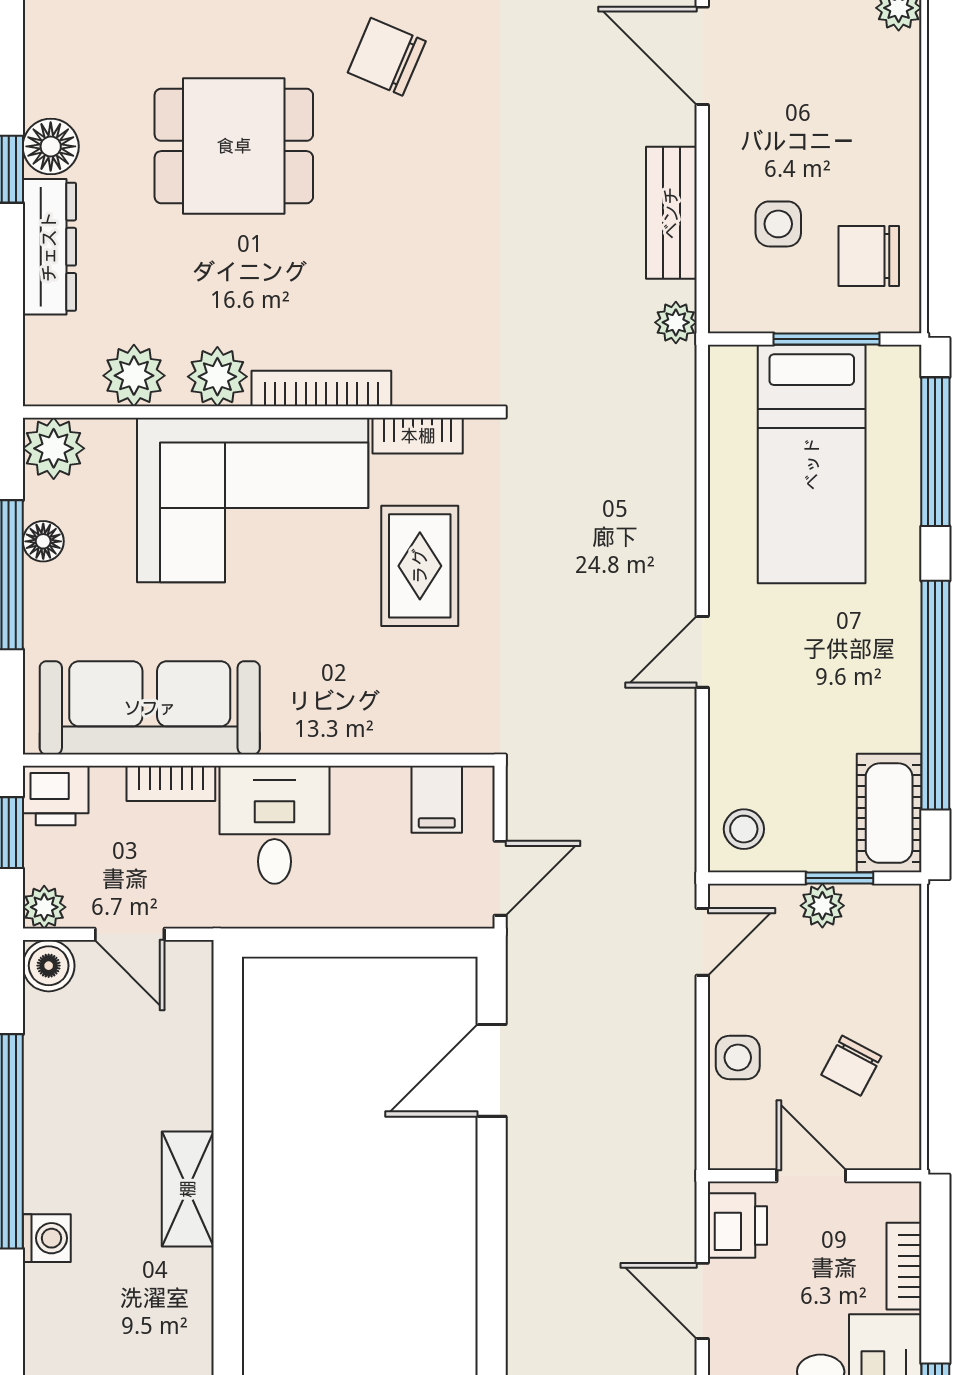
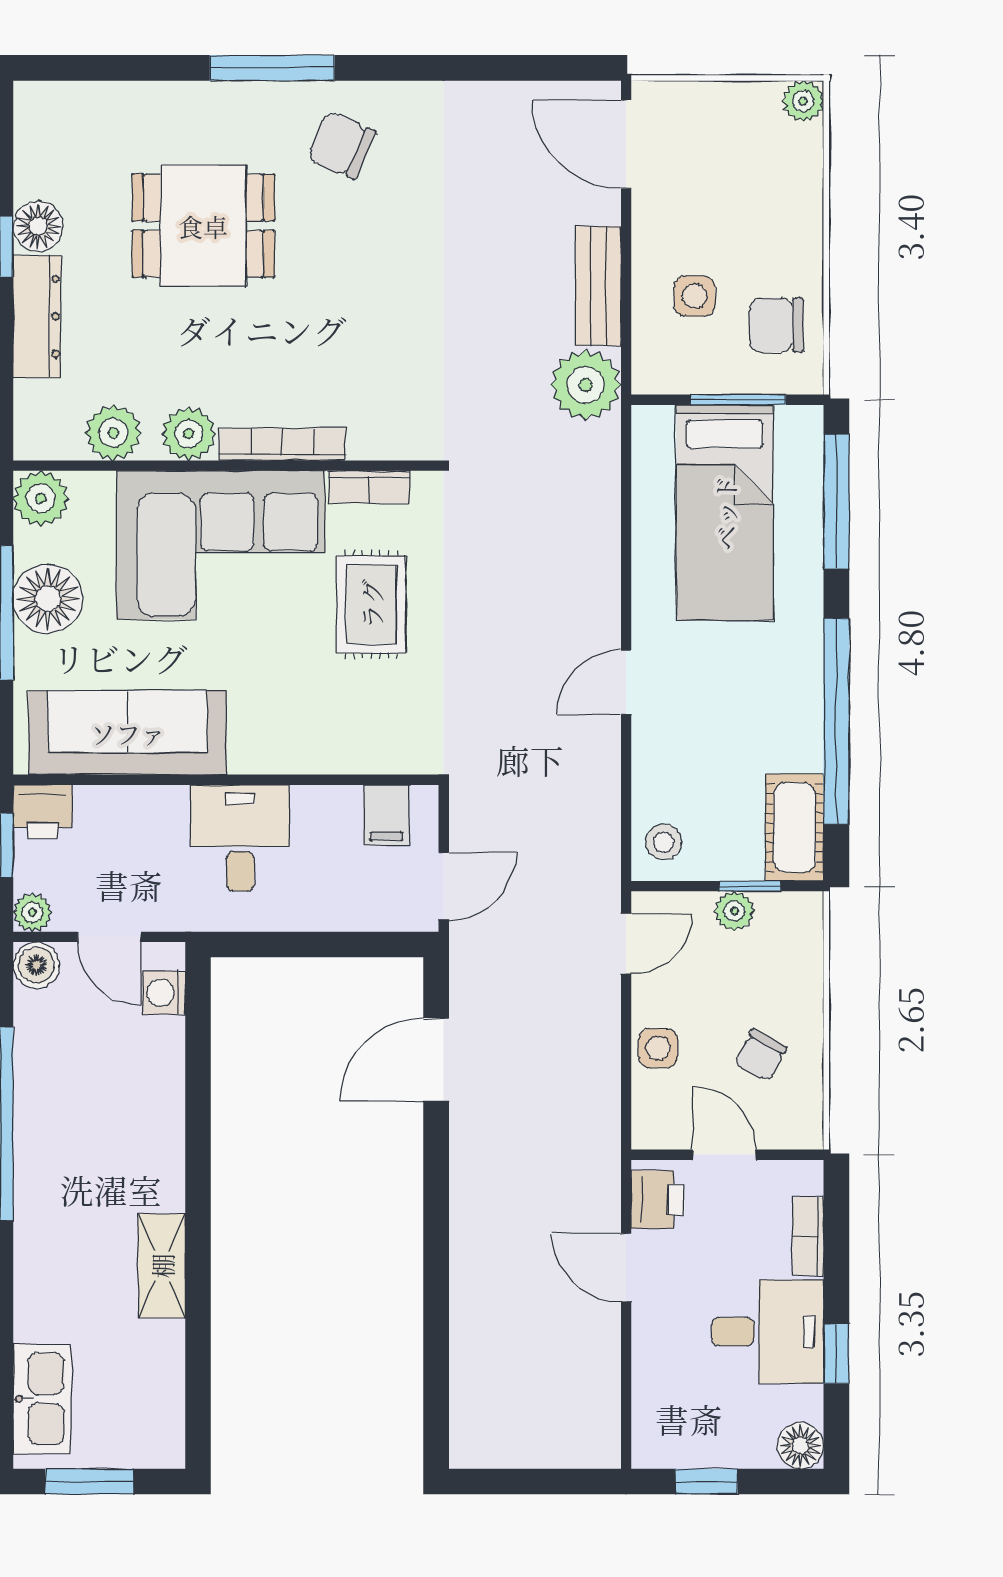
plant: (676, 322) -> (586, 385), width x1.88, depth x1.88
floor lamp: (43, 541) -> (48, 599), width x1.89, depth x1.89
bookcase: (171, 783) -> (147, 801), removed
shelving: (188, 1189) -> (162, 1266), moved
washing machine: (47, 1238) -> (164, 993), moved, turned 180

